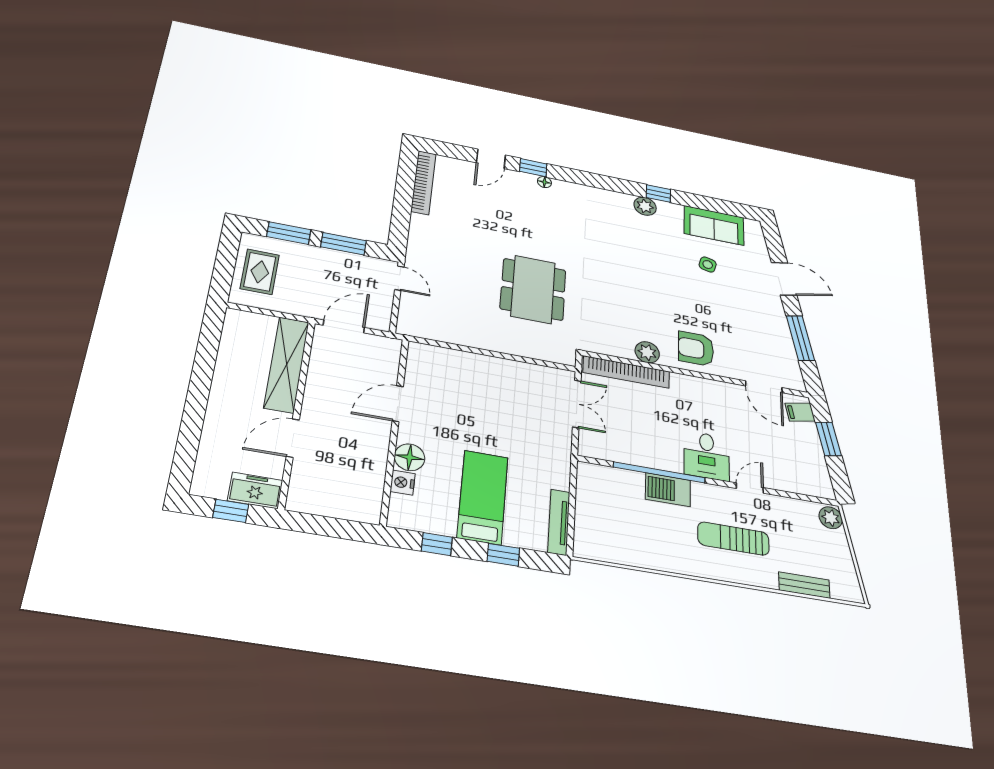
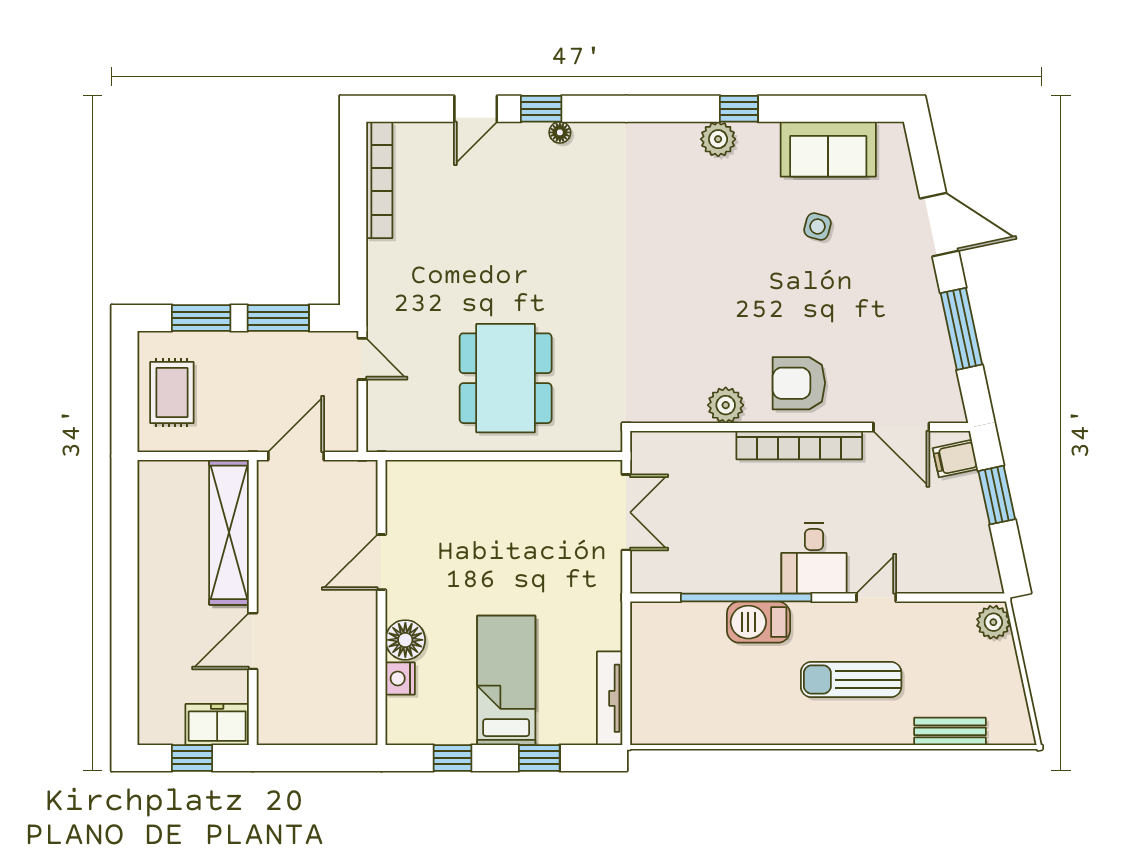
dining table: (533, 289) -> (506, 378), moved
bookcase: (626, 372) -> (799, 445), moved

